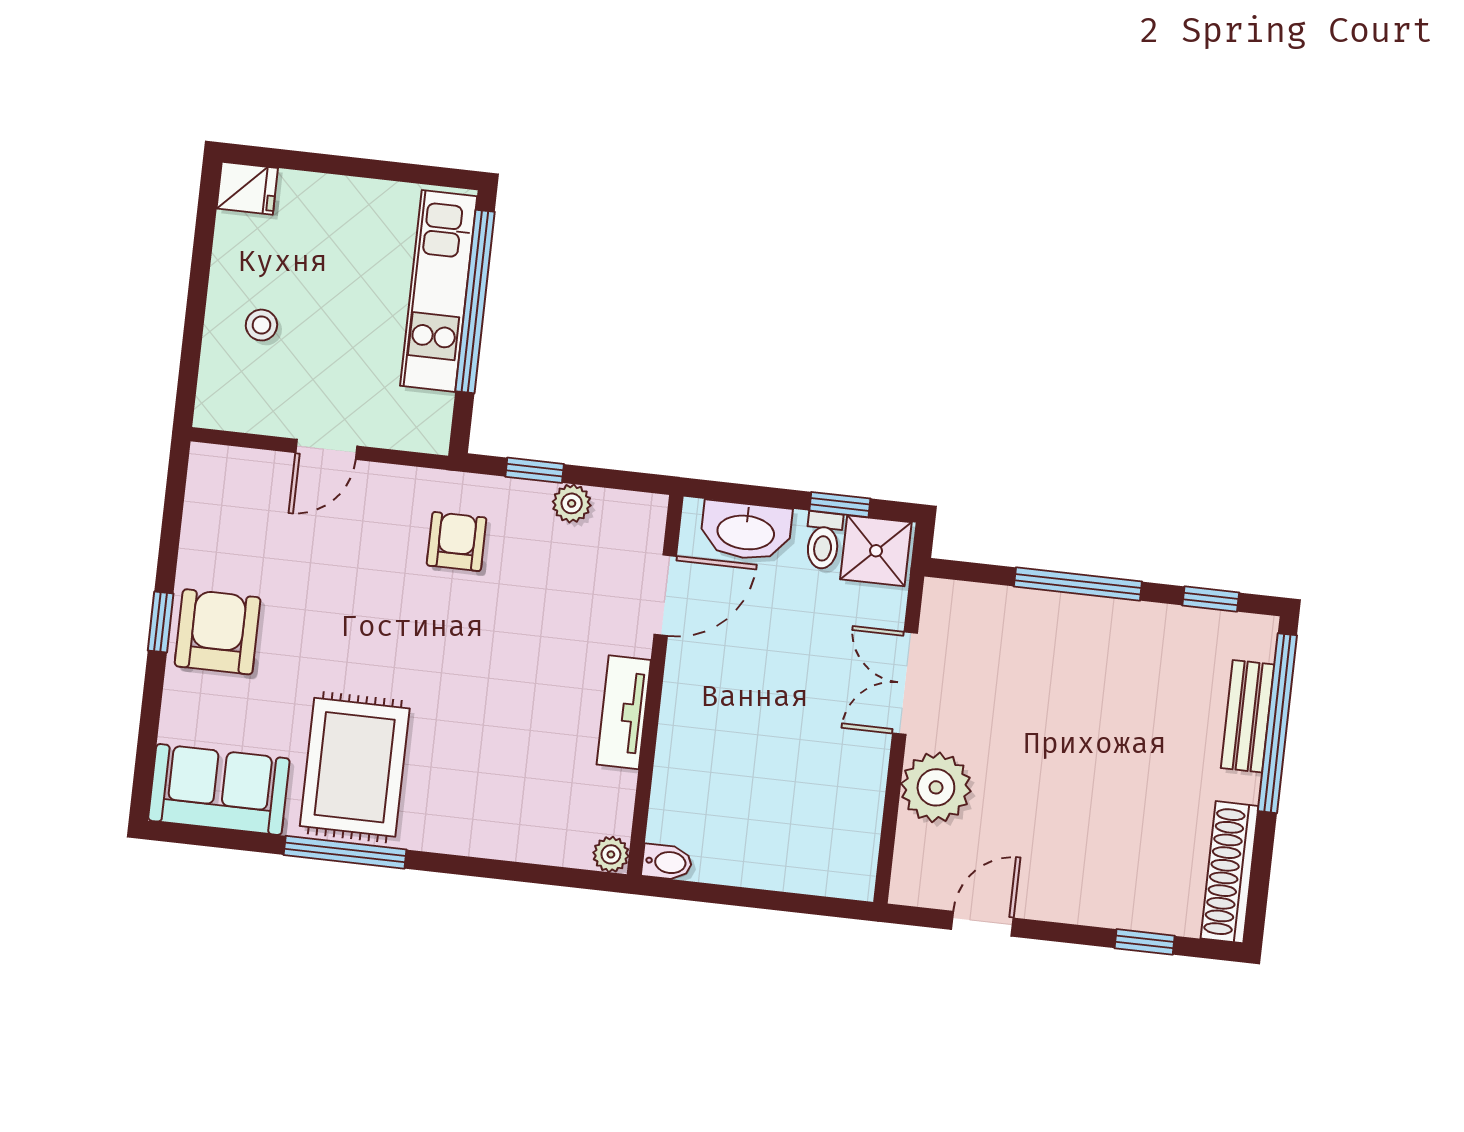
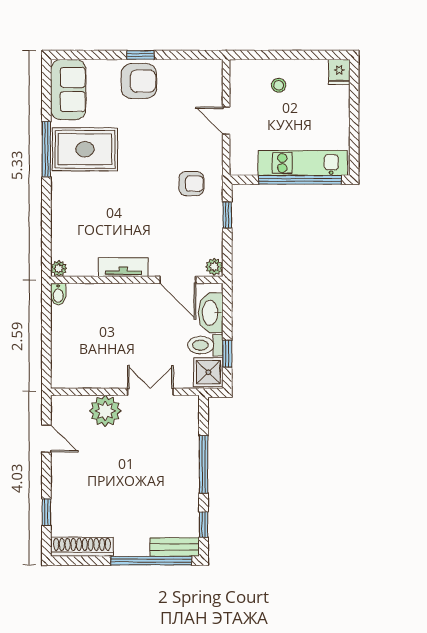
plant: (572, 503) -> (214, 267), moved
toilet: (823, 541) -> (205, 345), width x1.37, depth x1.39
bench: (1248, 716) -> (175, 547), moved

